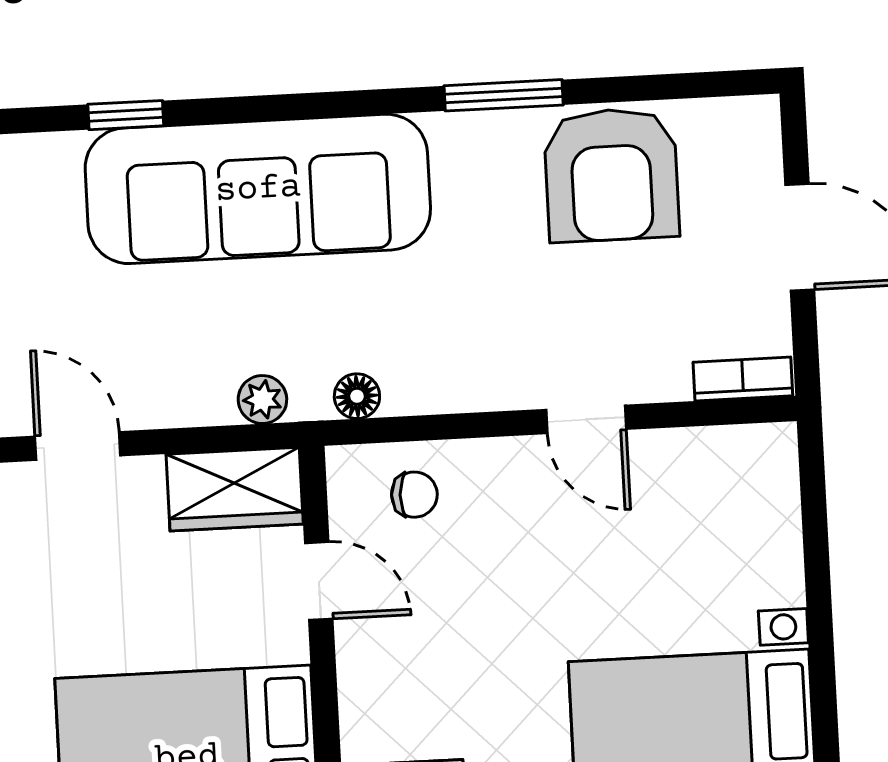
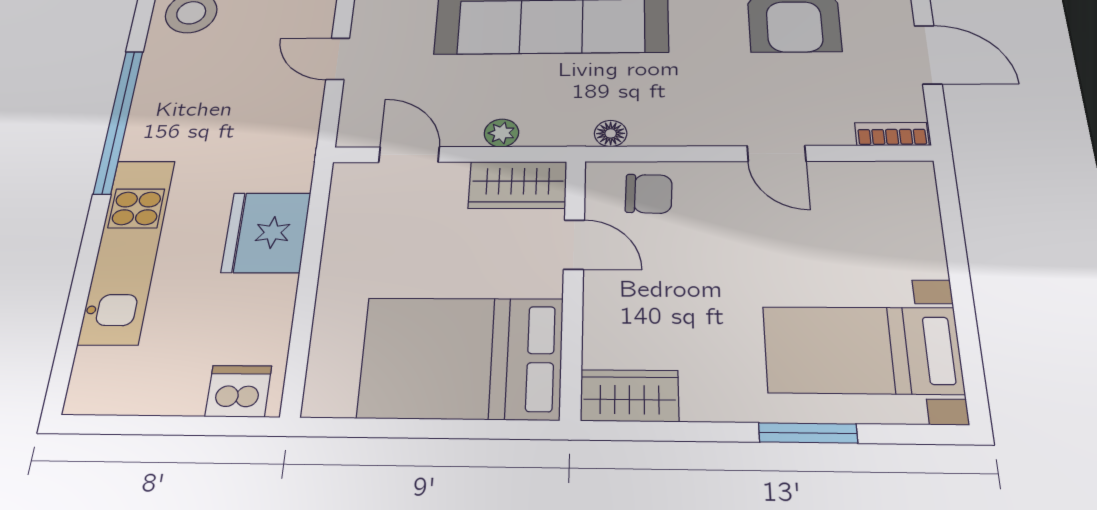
plant: (262, 400) -> (501, 133), moved
chair: (414, 495) -> (649, 194), width x1.37, depth x1.37

